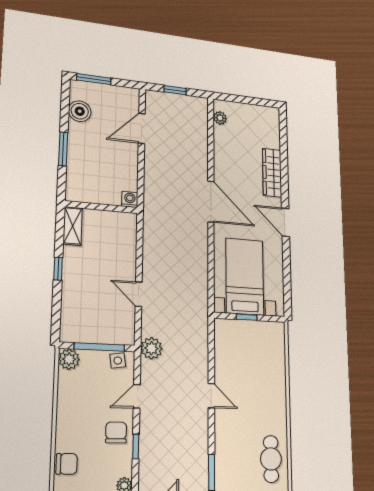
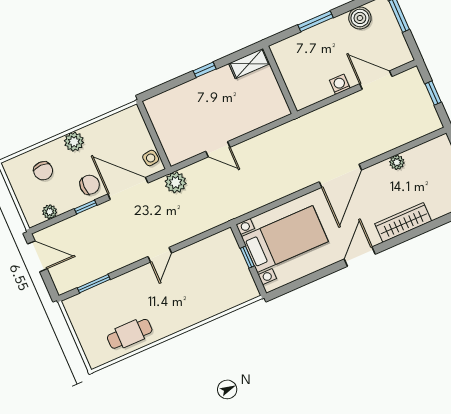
plant: (220, 118) -> (397, 162), moved
washing machine: (130, 199) -> (340, 84), moved, turned -90
door: (139, 294) -> (218, 149), swing flipped
window: (99, 347) -> (155, 137), removed
plant: (69, 359) -> (74, 142), moved
door: (137, 396) -> (128, 188), width x1.88
chair: (67, 464) -> (43, 171), moved

